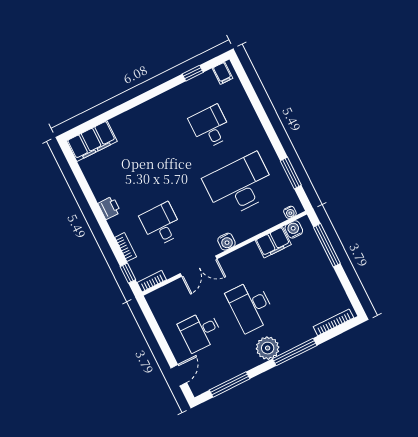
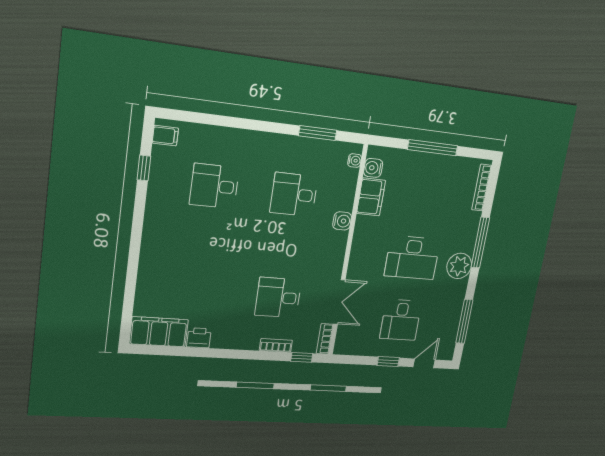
filing cabinet: (92, 141) -> (159, 332), moved, turned -90
desk: (240, 185) -> (294, 194), width x0.53, depth x0.77
printer: (109, 208) -> (199, 338), moved
water cooler: (226, 242) -> (342, 221), moved
window: (327, 245) -> (433, 148), moved
double door: (199, 266) -> (339, 302), moved
window: (163, 344) -> (388, 362), added
door: (179, 375) -> (424, 363), hinge flipped

